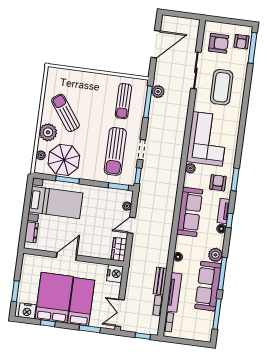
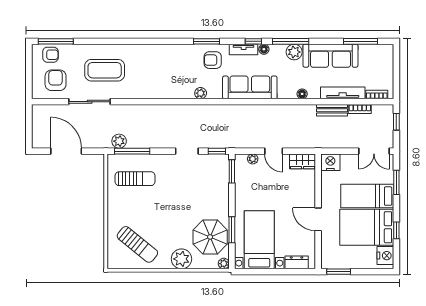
sun lounger: (65, 113) -> (137, 244), moved, turned -105
corner sofa: (207, 139) -> (165, 78), removed
sun lounger: (115, 151) -> (193, 180), removed
plant: (41, 155) -> (224, 264), moved
window: (222, 273) -> (291, 41), moved
window: (15, 291) -> (339, 272), moved

